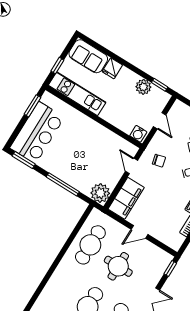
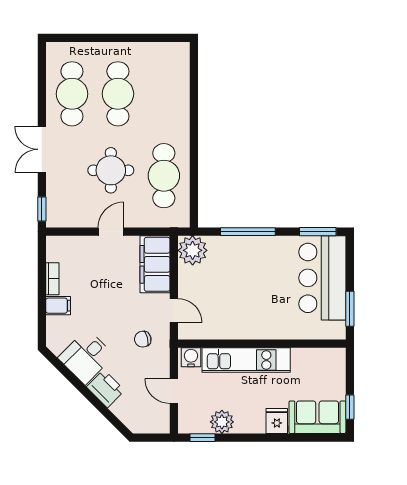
window: (57, 66) -> (350, 407), moved
kitchen unit: (77, 94) -> (246, 360), moved

